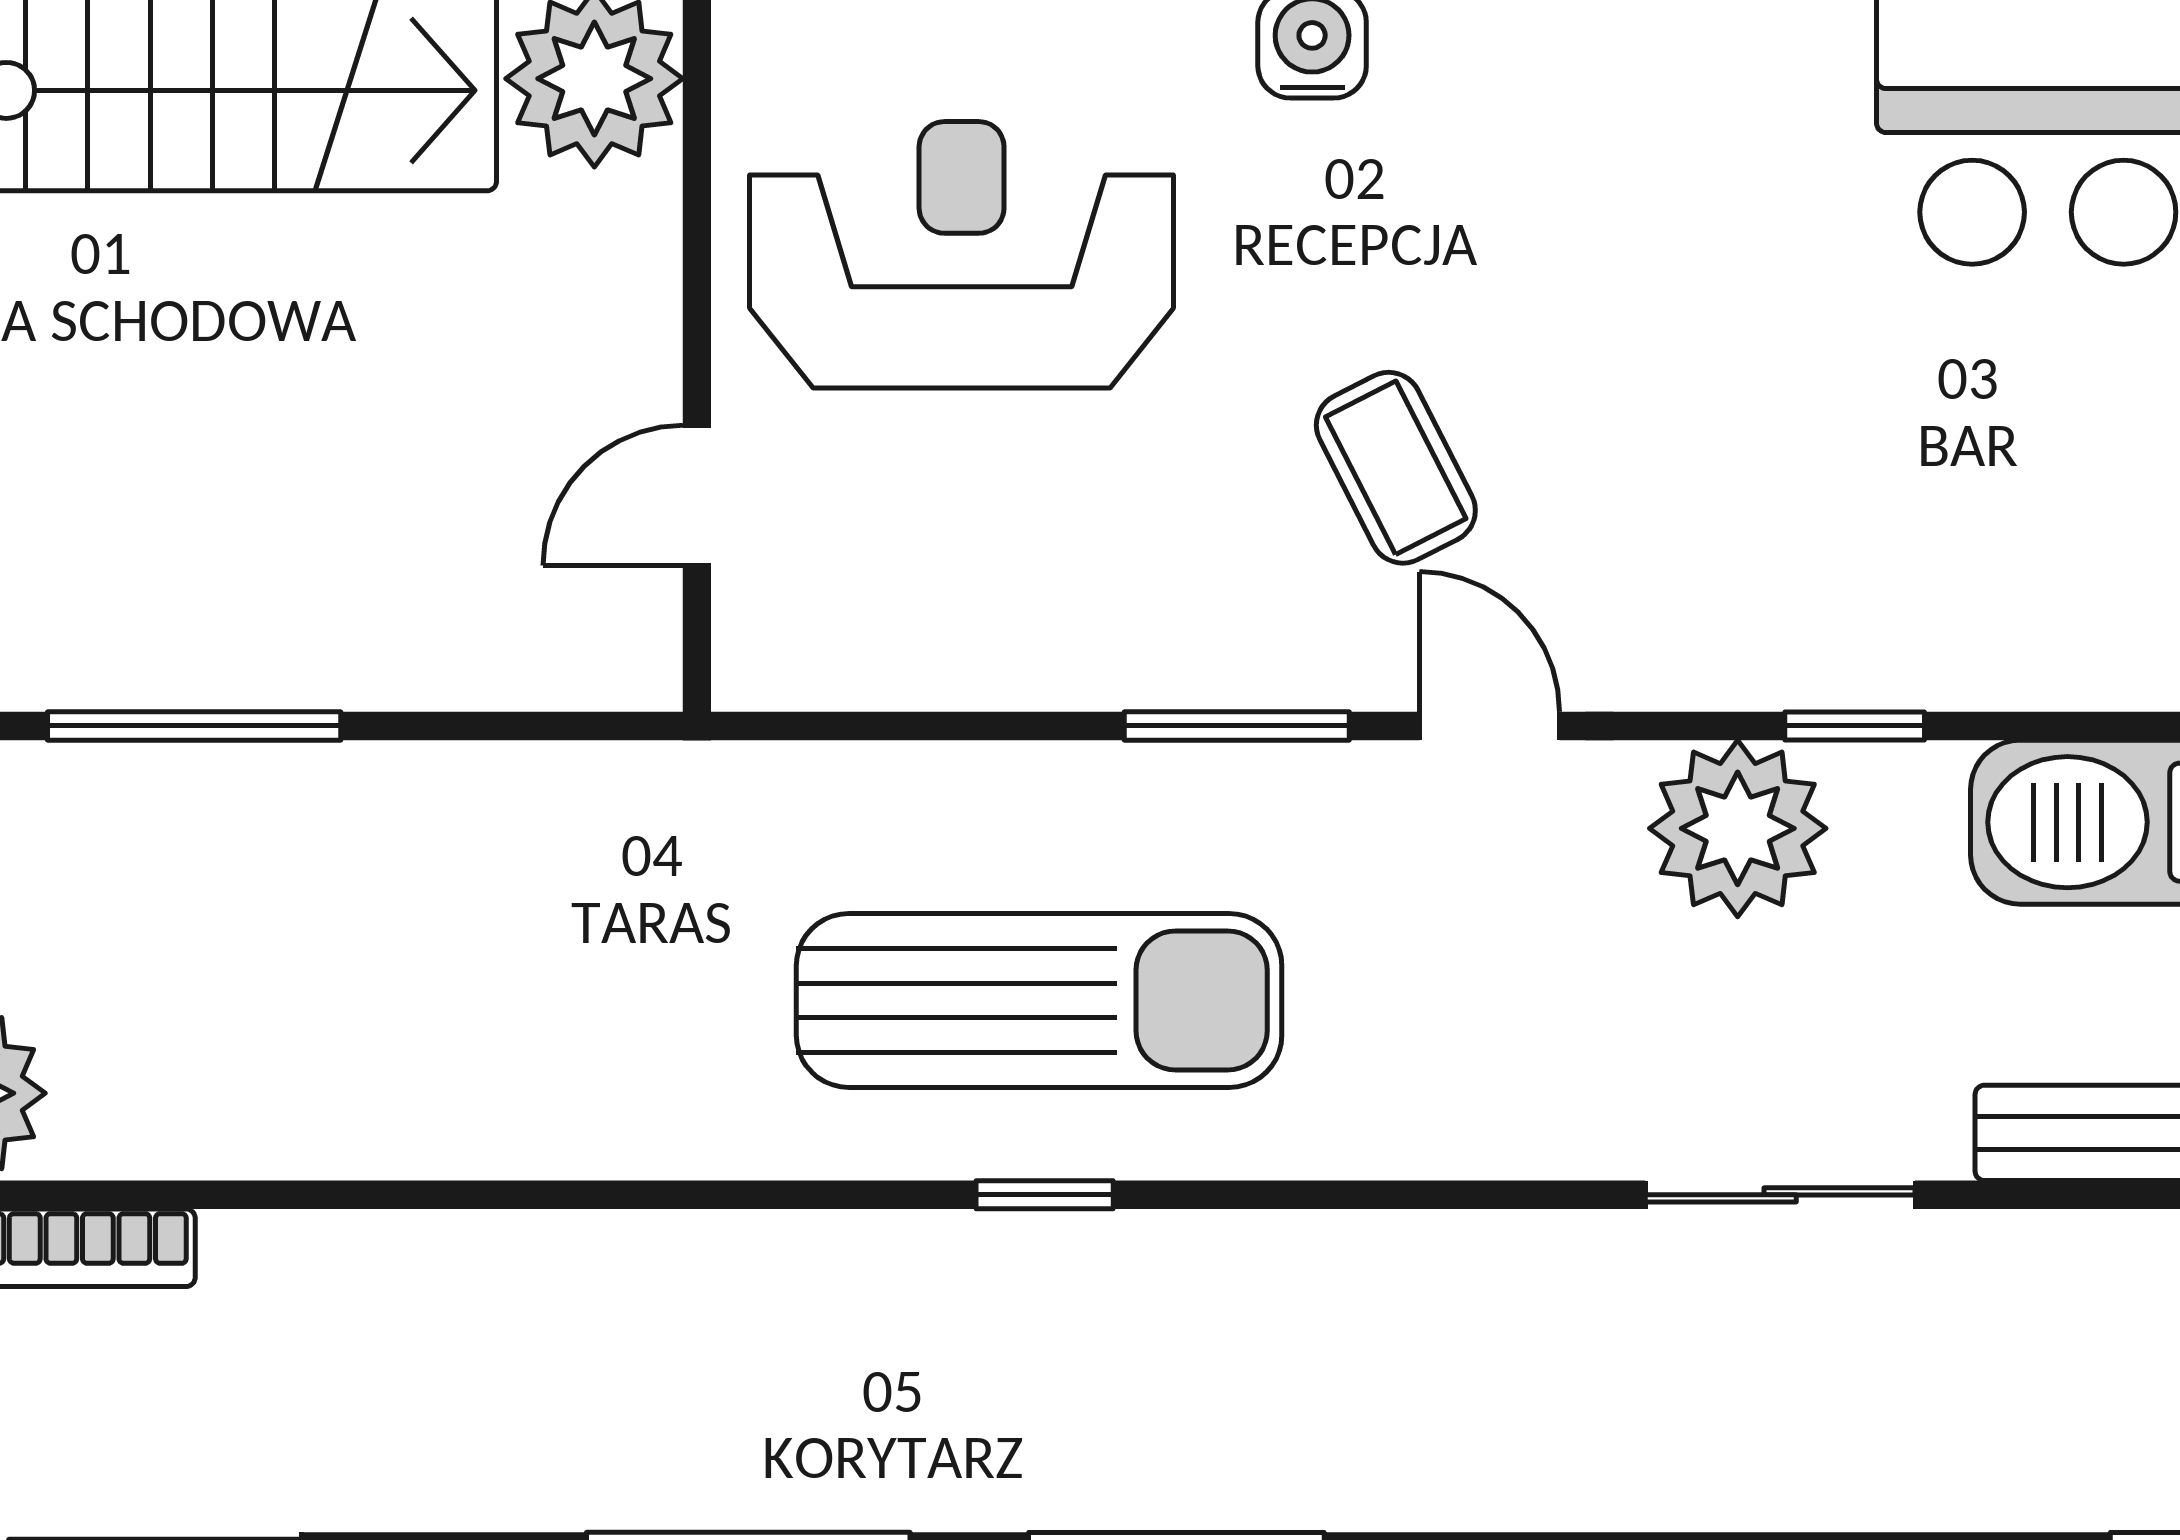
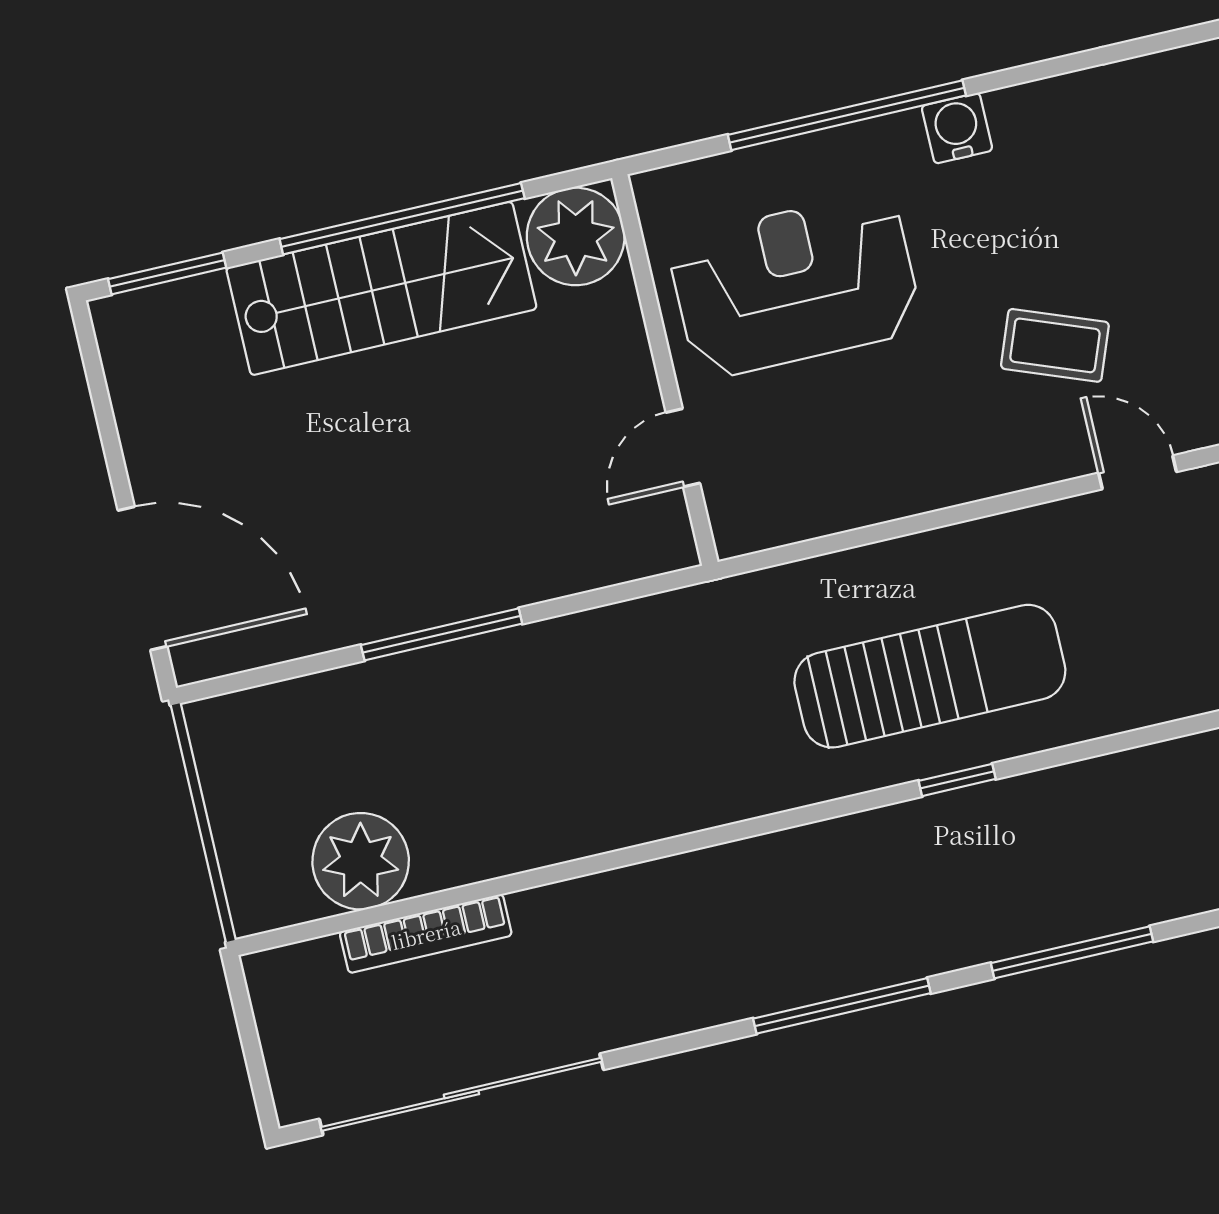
coffee table: (1396, 468) -> (1055, 345), turned -42
window: (1237, 726) -> (1002, 504), removed

